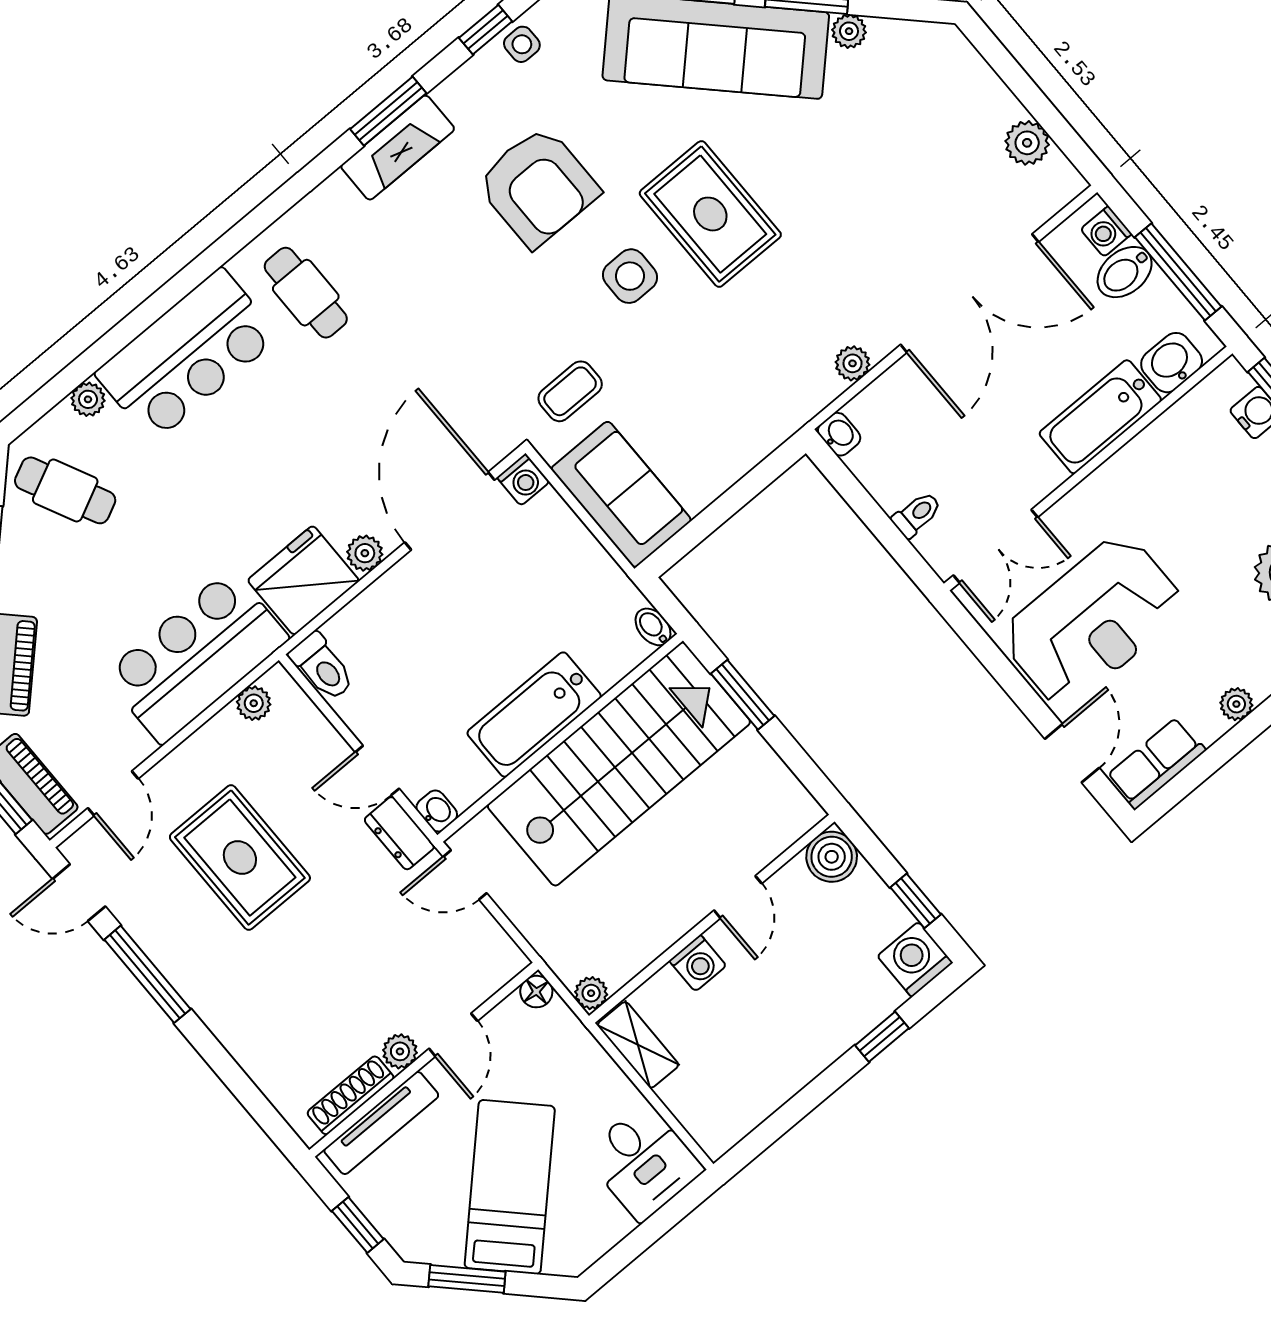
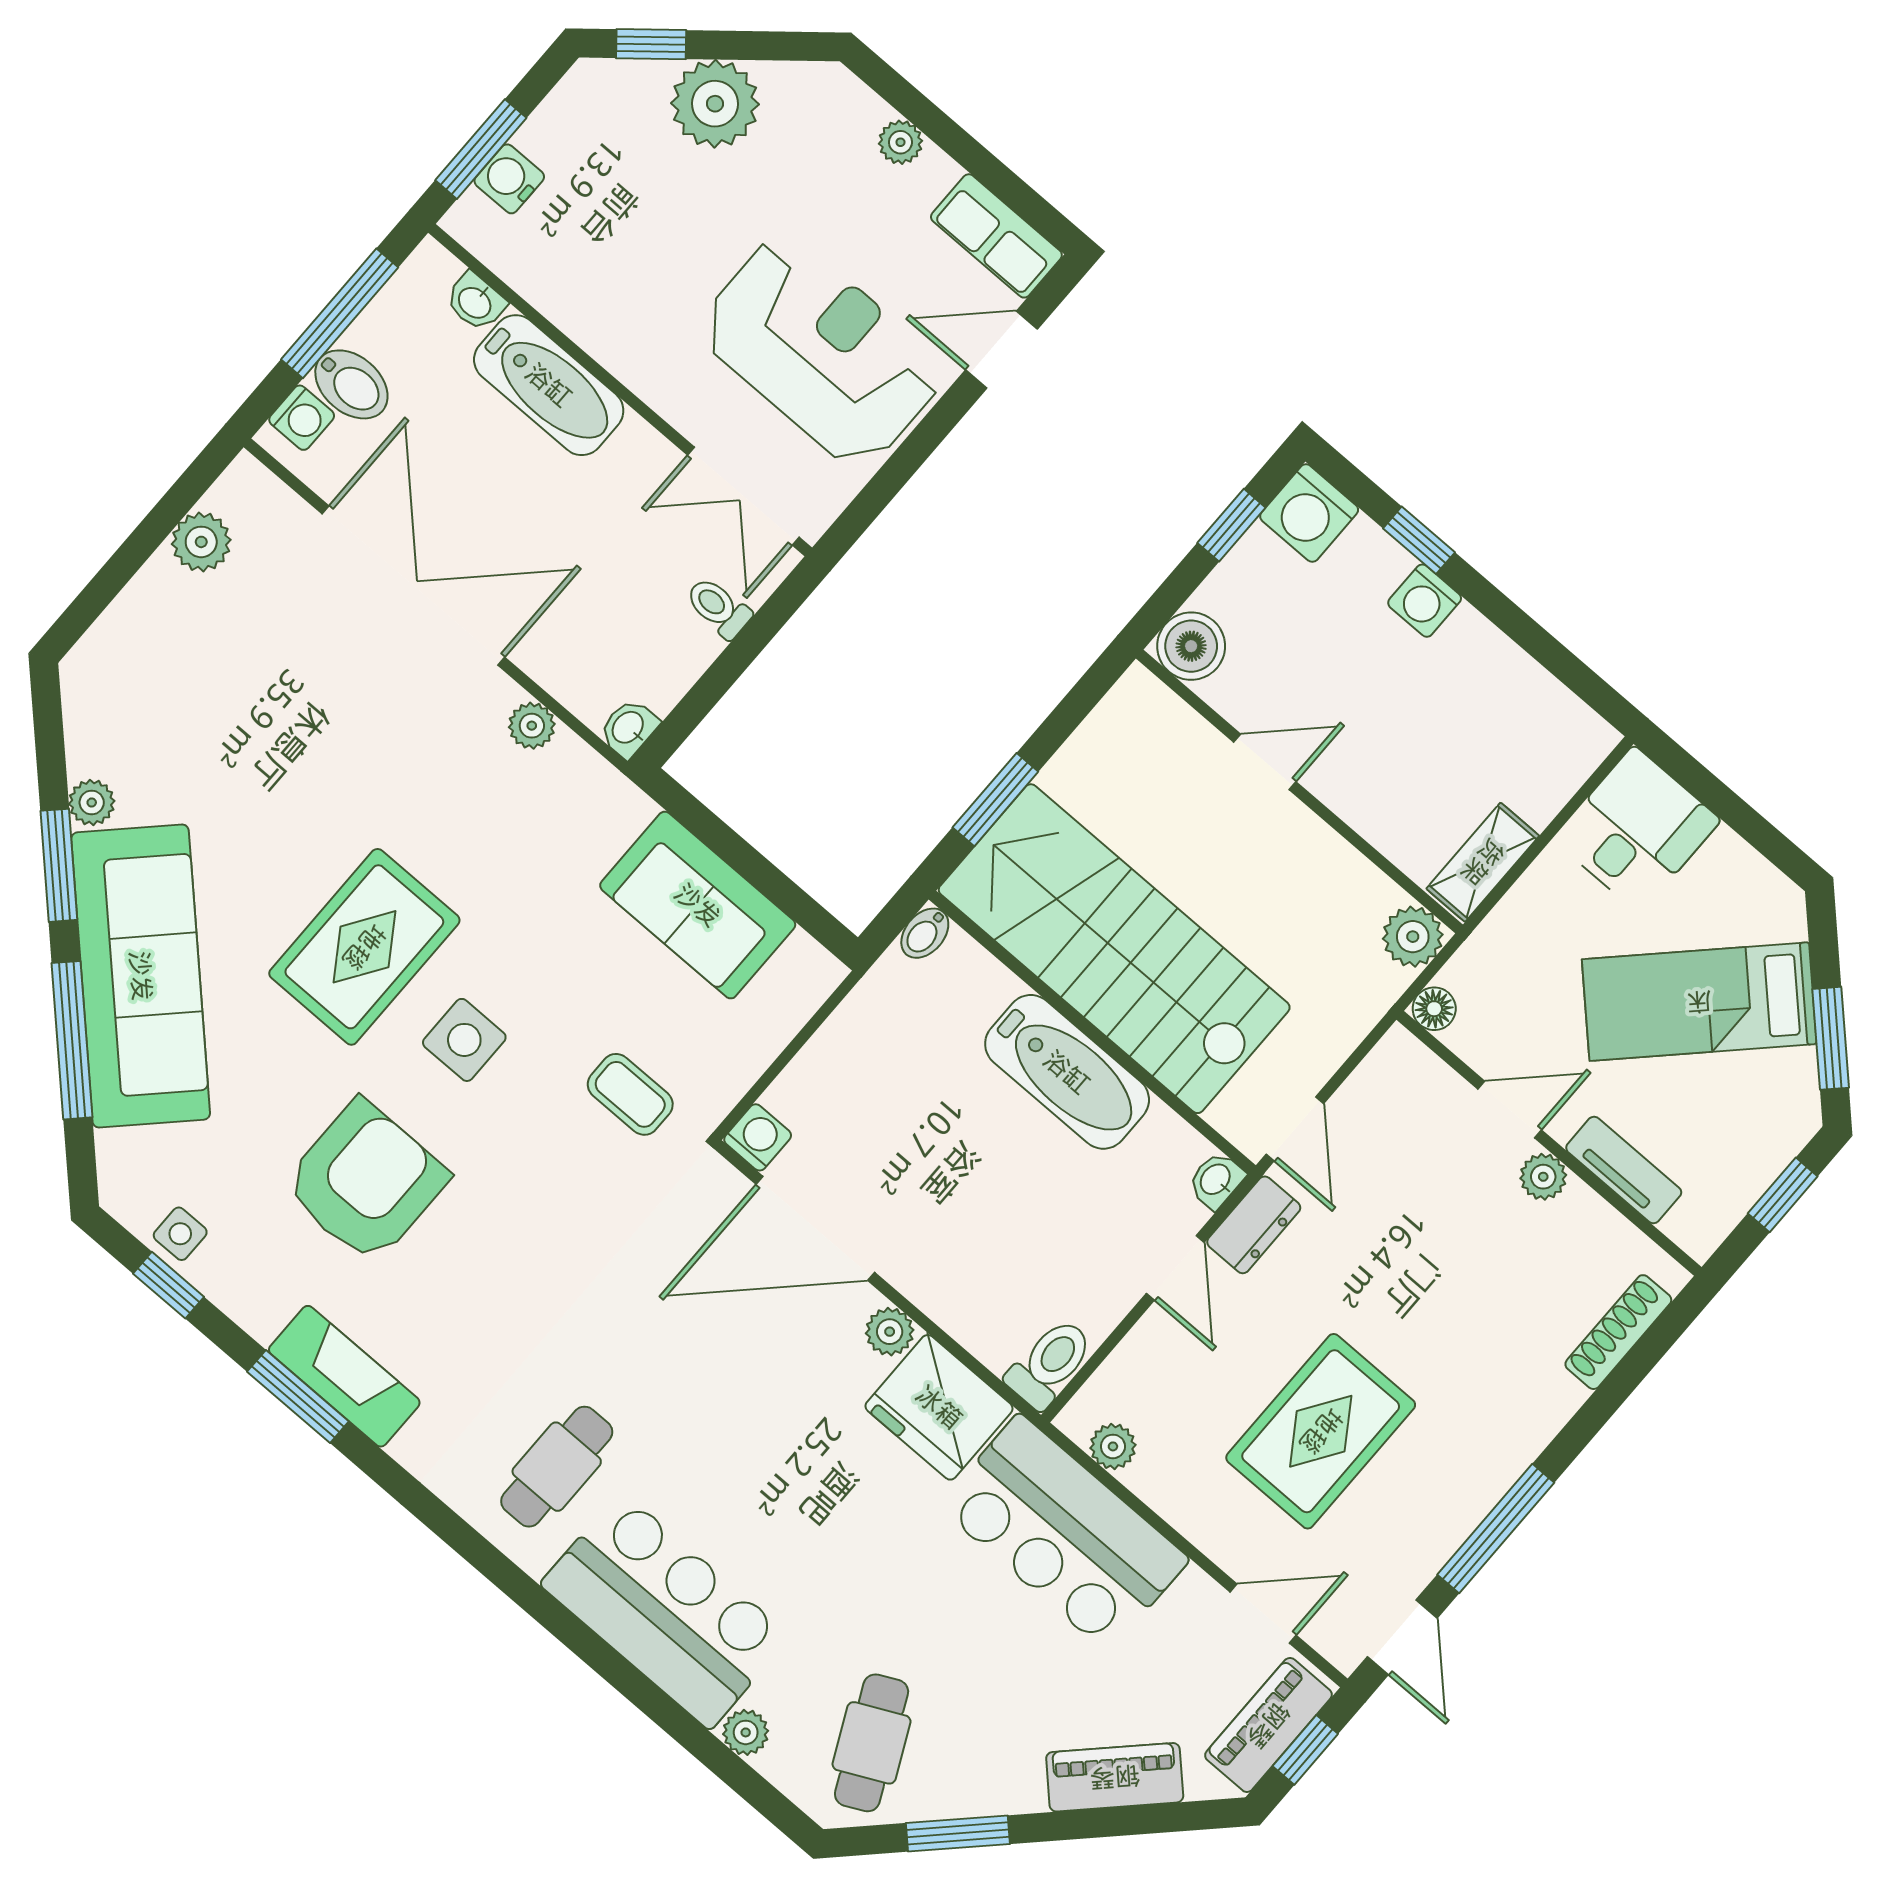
washbasin: (1172, 363) -> (475, 302), width x0.72, depth x0.69
sofa: (621, 494) -> (698, 905), moved, turned -90
double door: (996, 546) -> (743, 496), swing flipped
washing machine: (698, 963) -> (1425, 601), moved, turned 180
plant: (591, 993) -> (1413, 937), width x1.38, depth x1.38
shoe rack: (351, 1095) -> (1618, 1332), moved, turned 90
tv unit: (381, 1123) -> (1624, 1170), width x0.71

